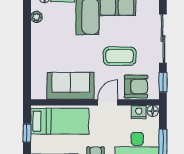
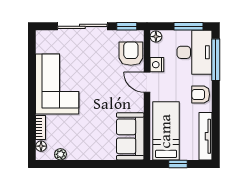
coffee table: (120, 56) -> (100, 70), removed
sofa: (71, 86) -> (130, 136), moved
nightstand: (139, 112) -> (157, 65), moved

